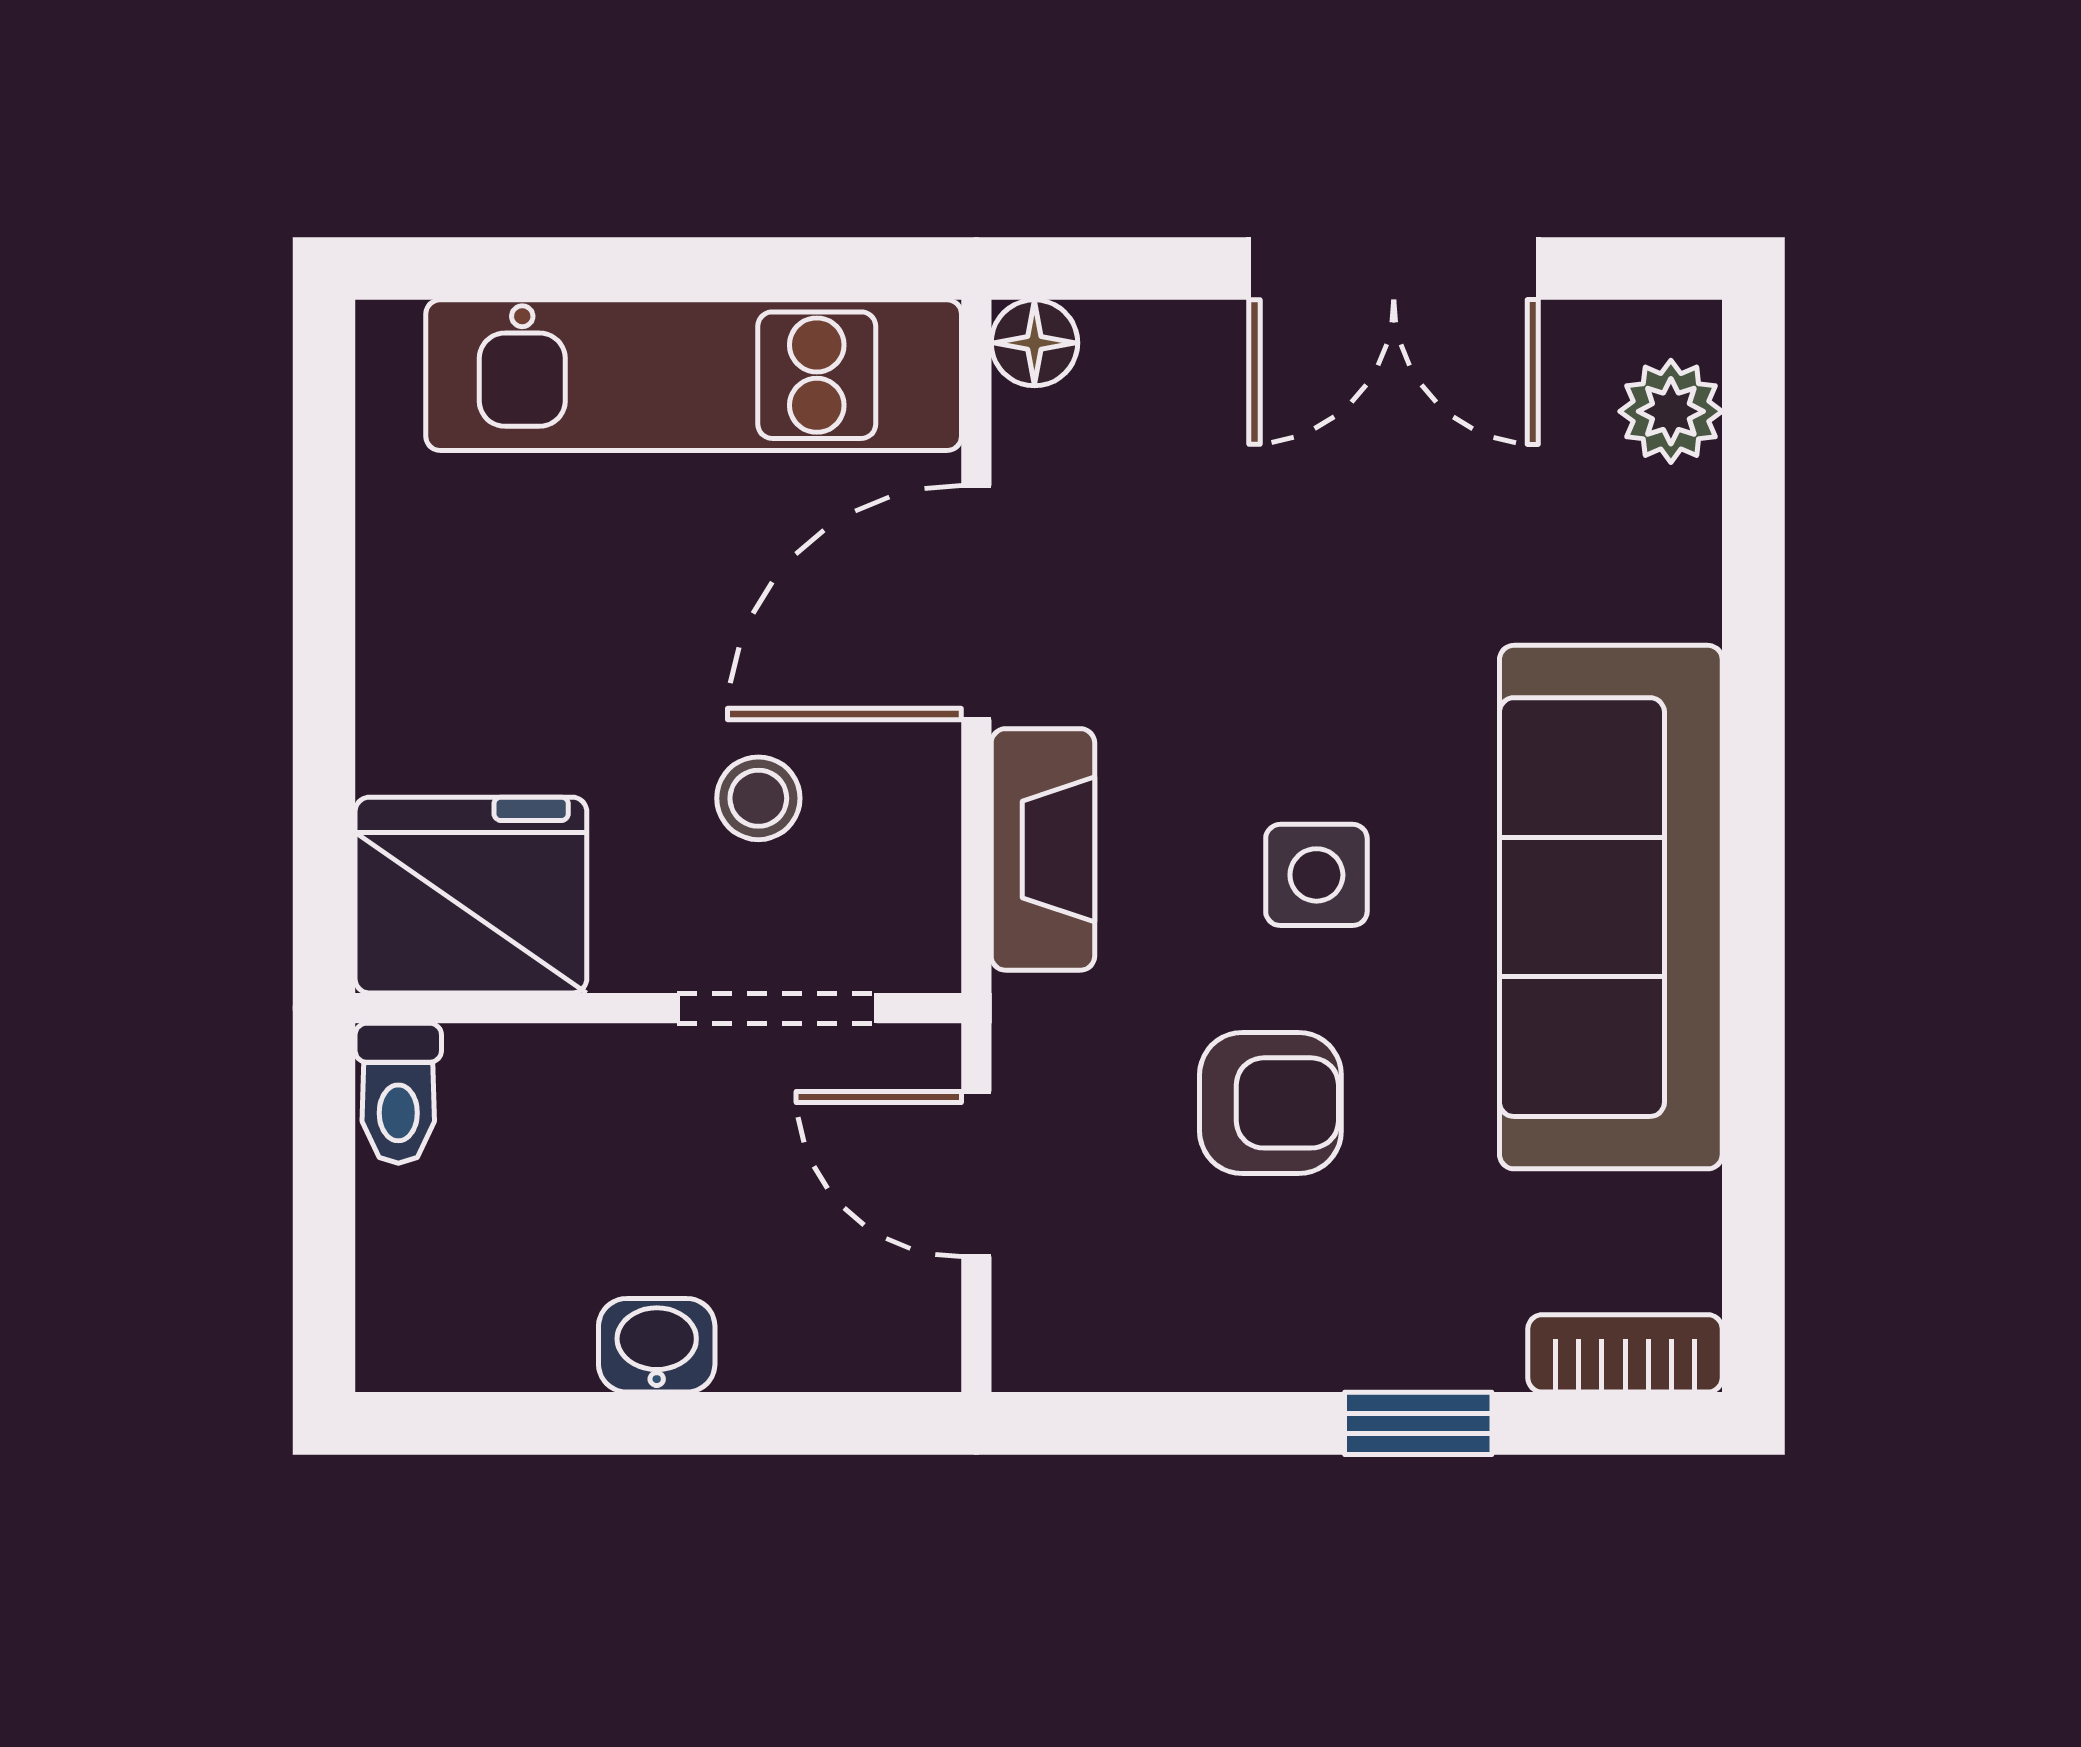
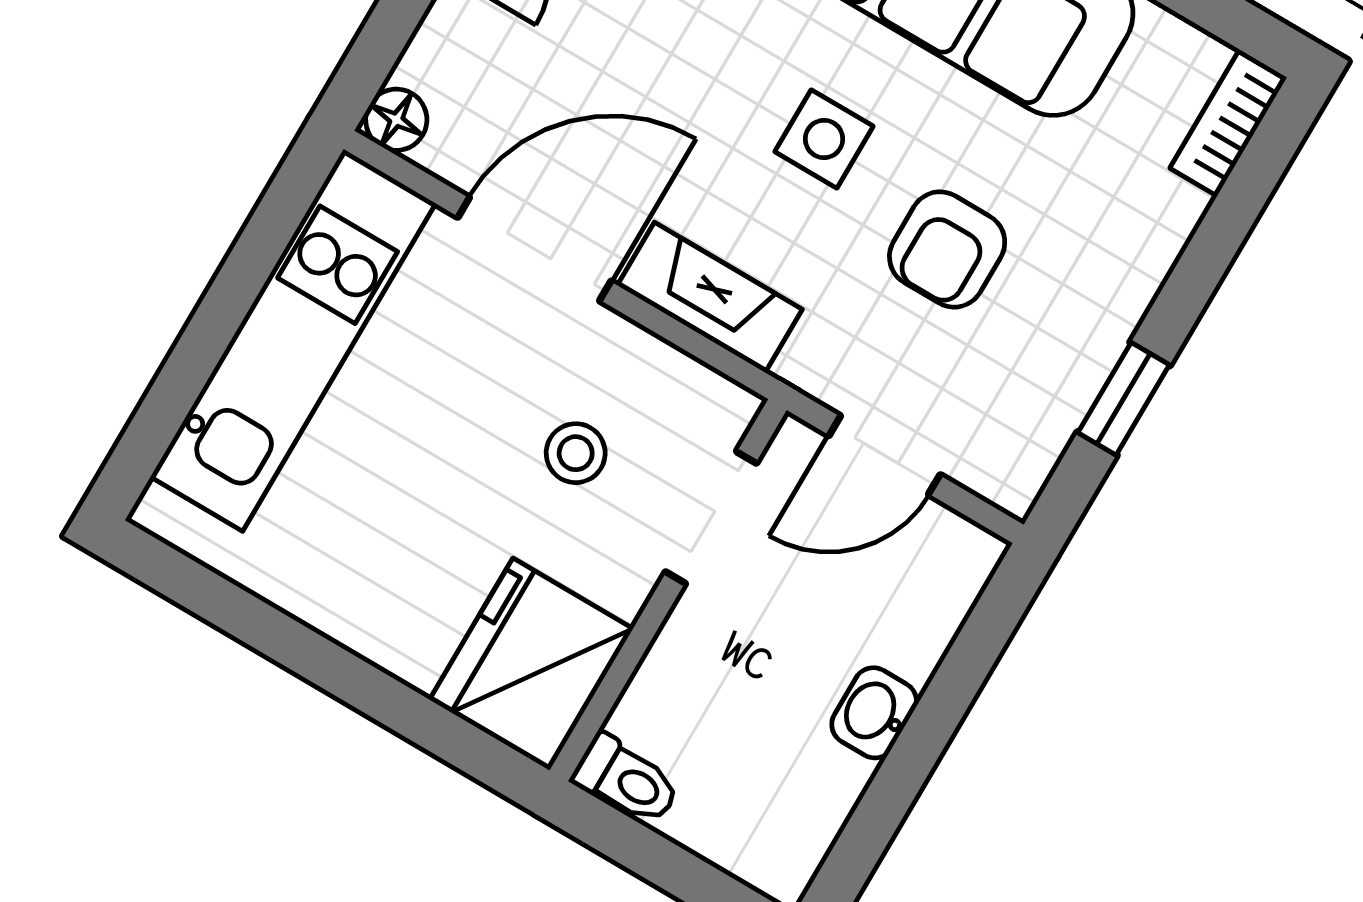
door: (976, 603) -> (535, 249), swing flipped
armchair: (1270, 1103) -> (947, 249), turned 180
window: (1418, 1423) -> (1124, 399), moved

